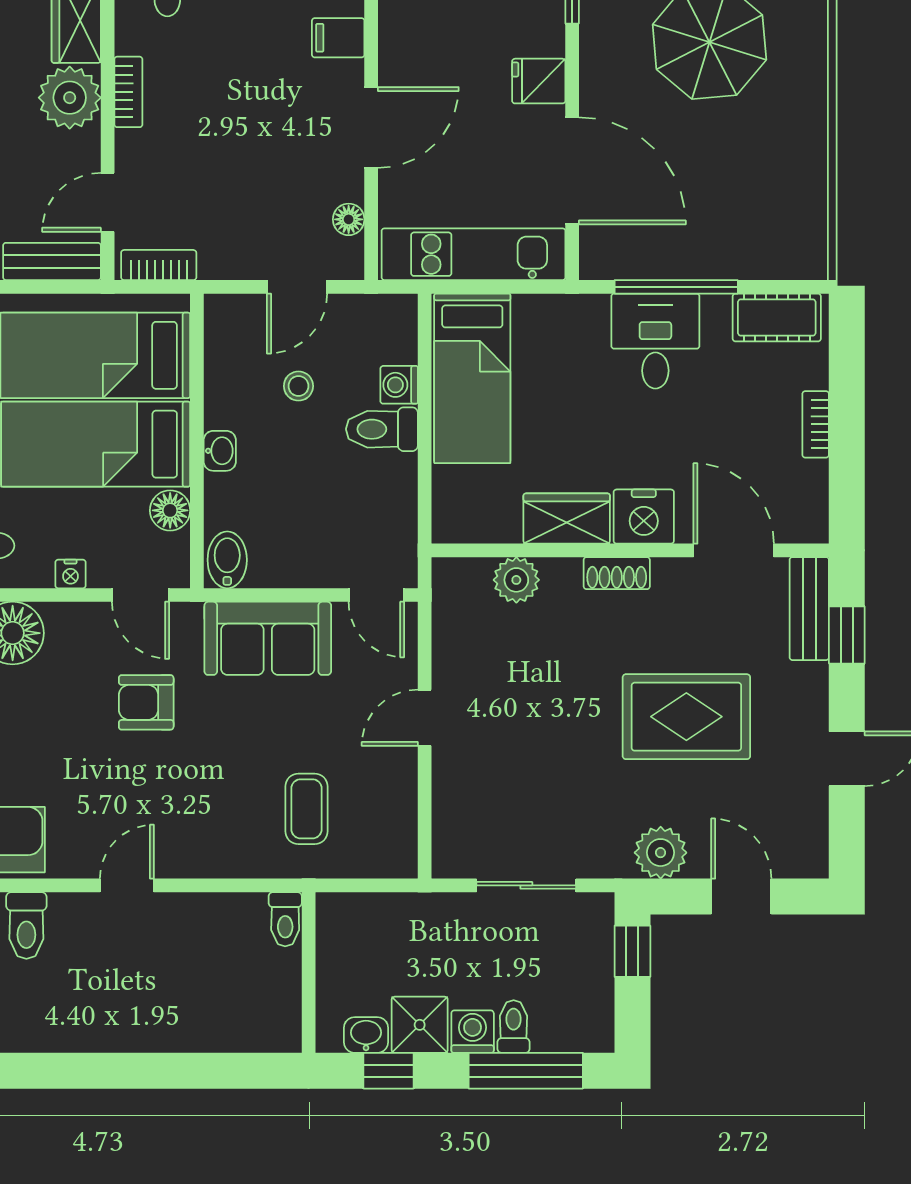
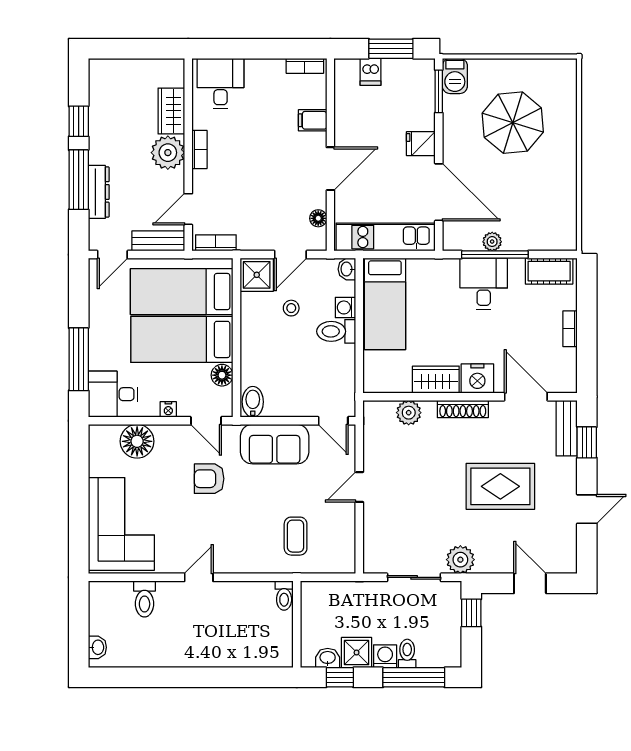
plant: (671, 263) -> (492, 242), added
shower: (234, 324) -> (257, 275), added
washbasin: (220, 451) -> (347, 269), moved, turned 180
shoe rack: (617, 573) -> (463, 409), width x1.43
plant: (661, 853) -> (460, 560), moved

